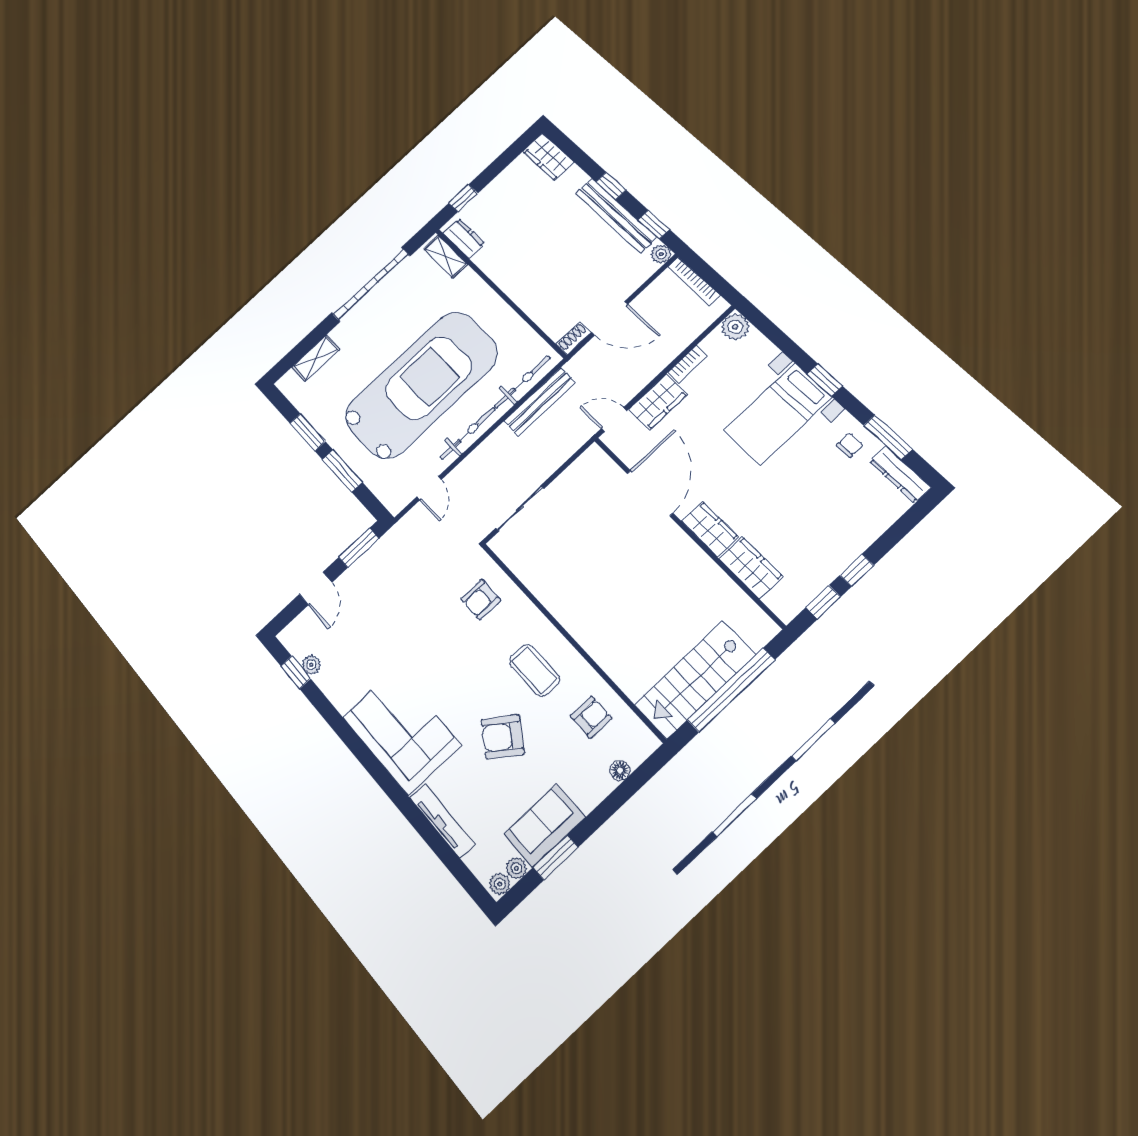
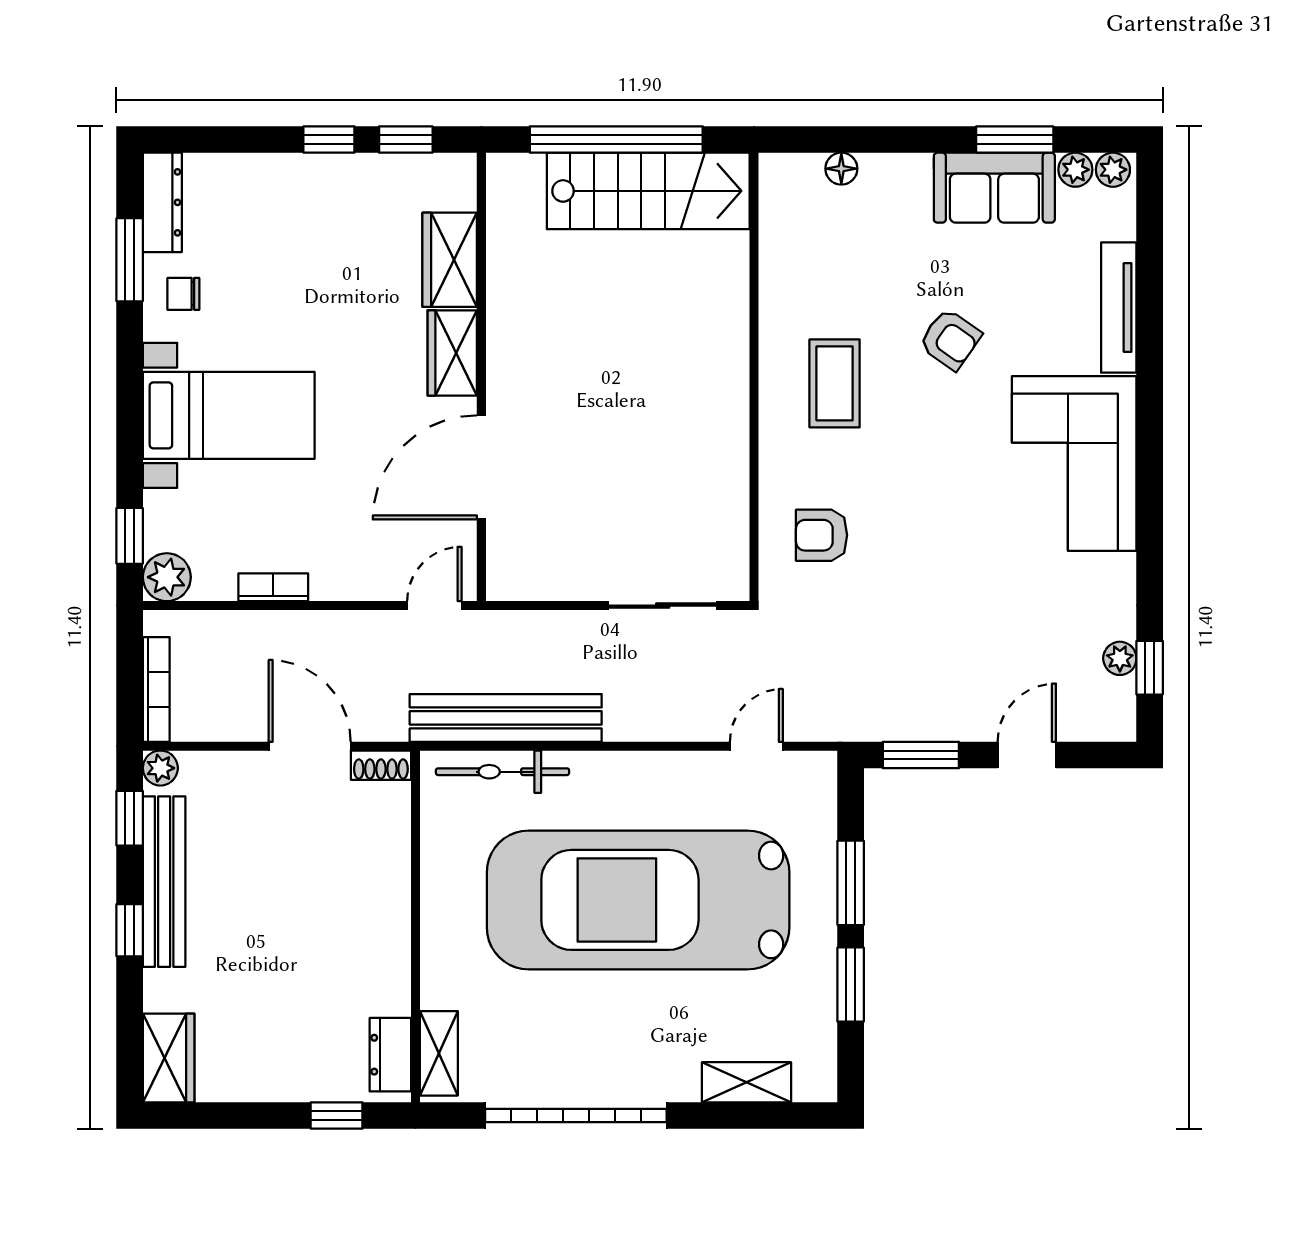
window: (825, 380) -> (130, 536), moved
bench: (540, 402) -> (506, 718), width x1.37, depth x1.21
wardrobe: (658, 402) -> (357, 575), removed
door: (614, 420) -> (434, 606), swing flipped
bicycle: (468, 434) -> (638, 771), removed
armchair: (481, 600) -> (821, 535), turned 180
armchair: (591, 717) -> (817, 263), removed
armchair: (503, 737) -> (950, 339), width x0.72, depth x0.72

